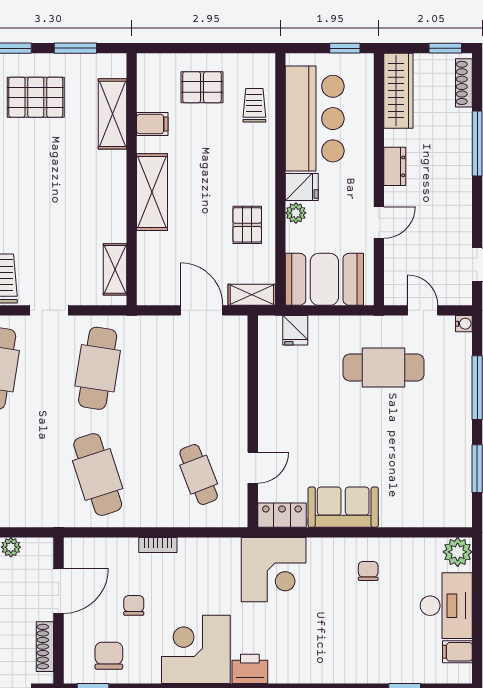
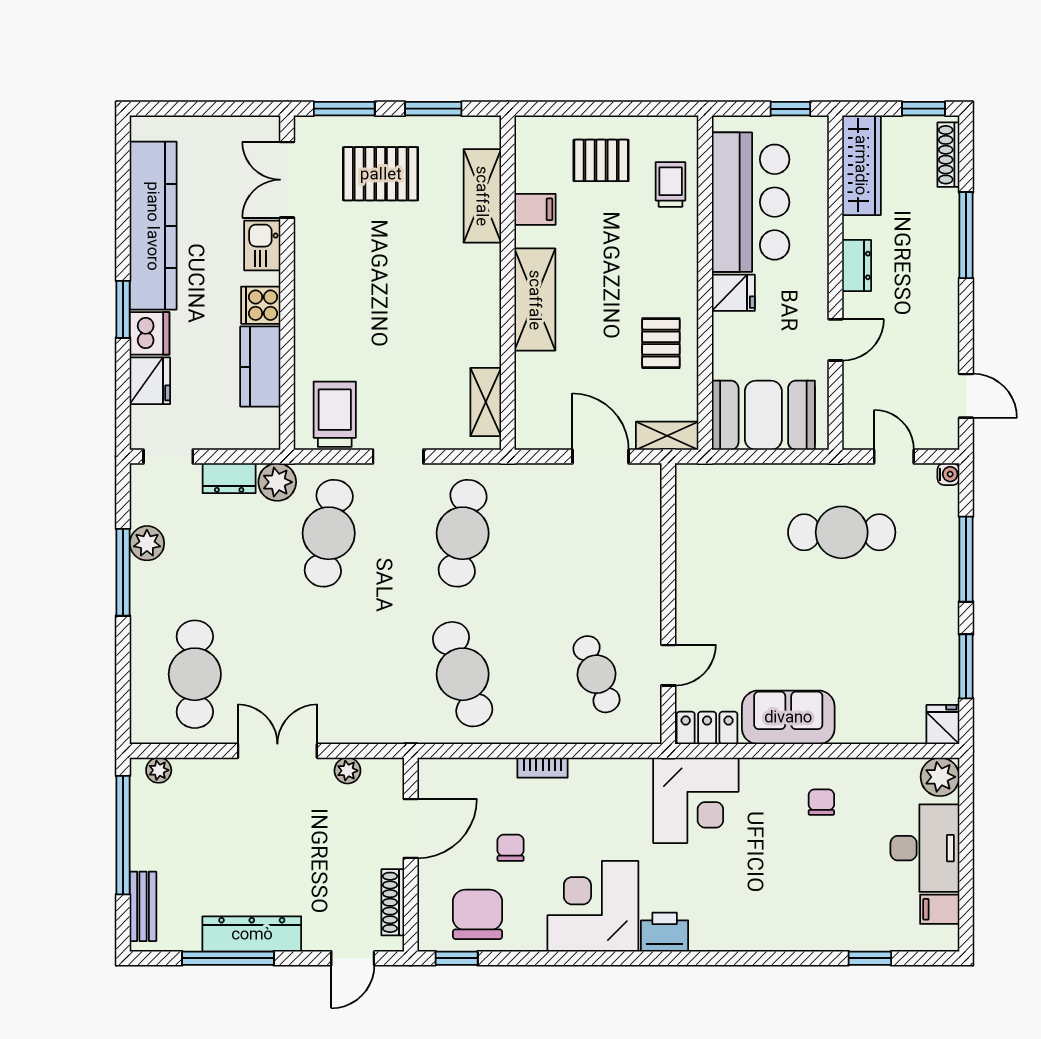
plant: (296, 213) -> (725, 327), removed
fridge: (295, 330) -> (943, 725), moved, turned 180
chair: (109, 656) -> (478, 914), width x1.37, depth x1.37

